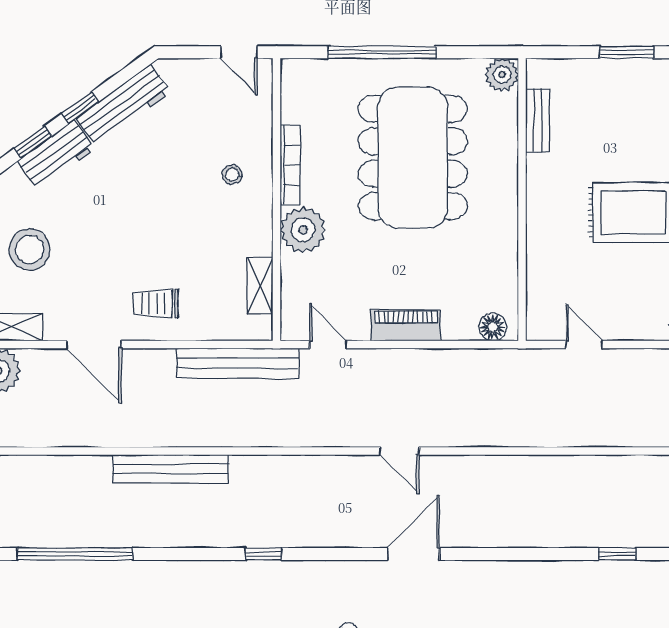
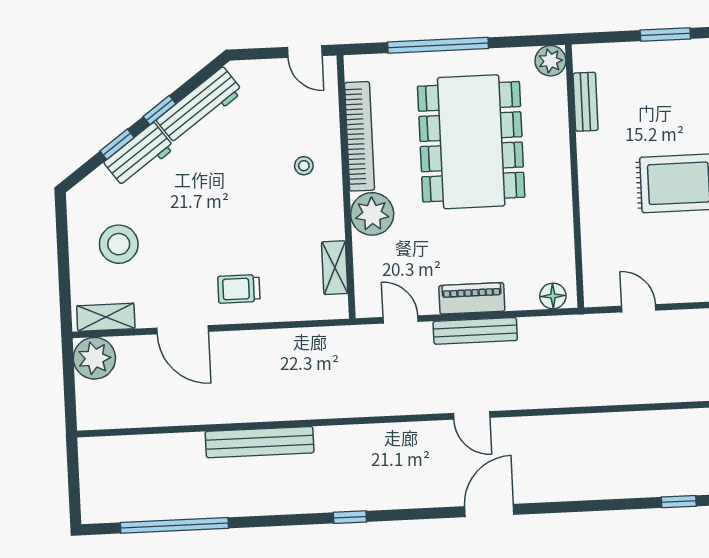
bookcase: (290, 165) -> (359, 136), width x1.48, depth x1.31
bench: (238, 363) -> (475, 331), moved, width x0.73, depth x0.82

